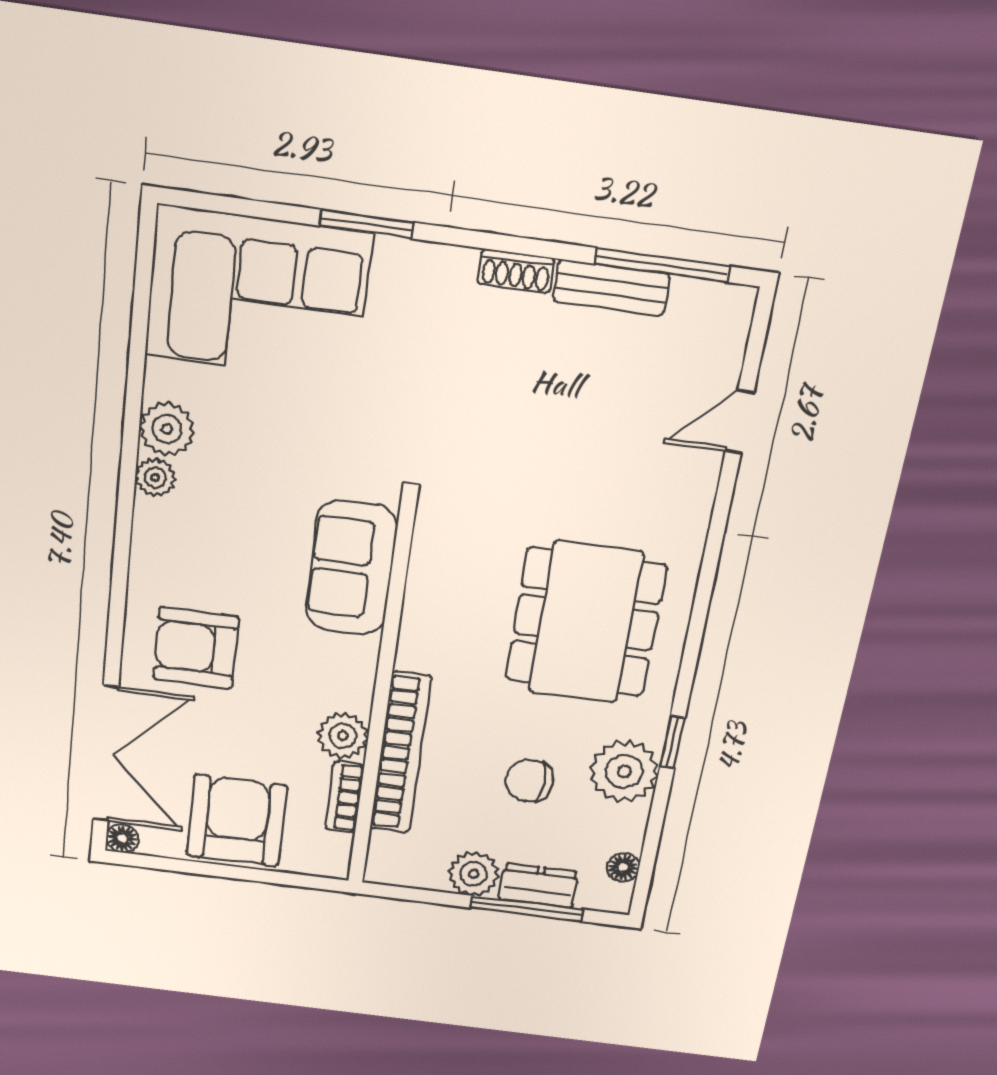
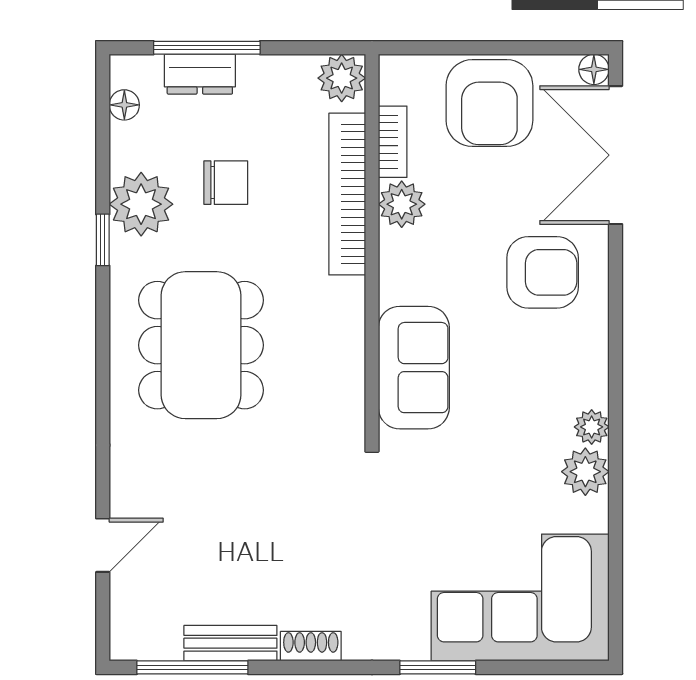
plant: (473, 874) -> (342, 78), moved

